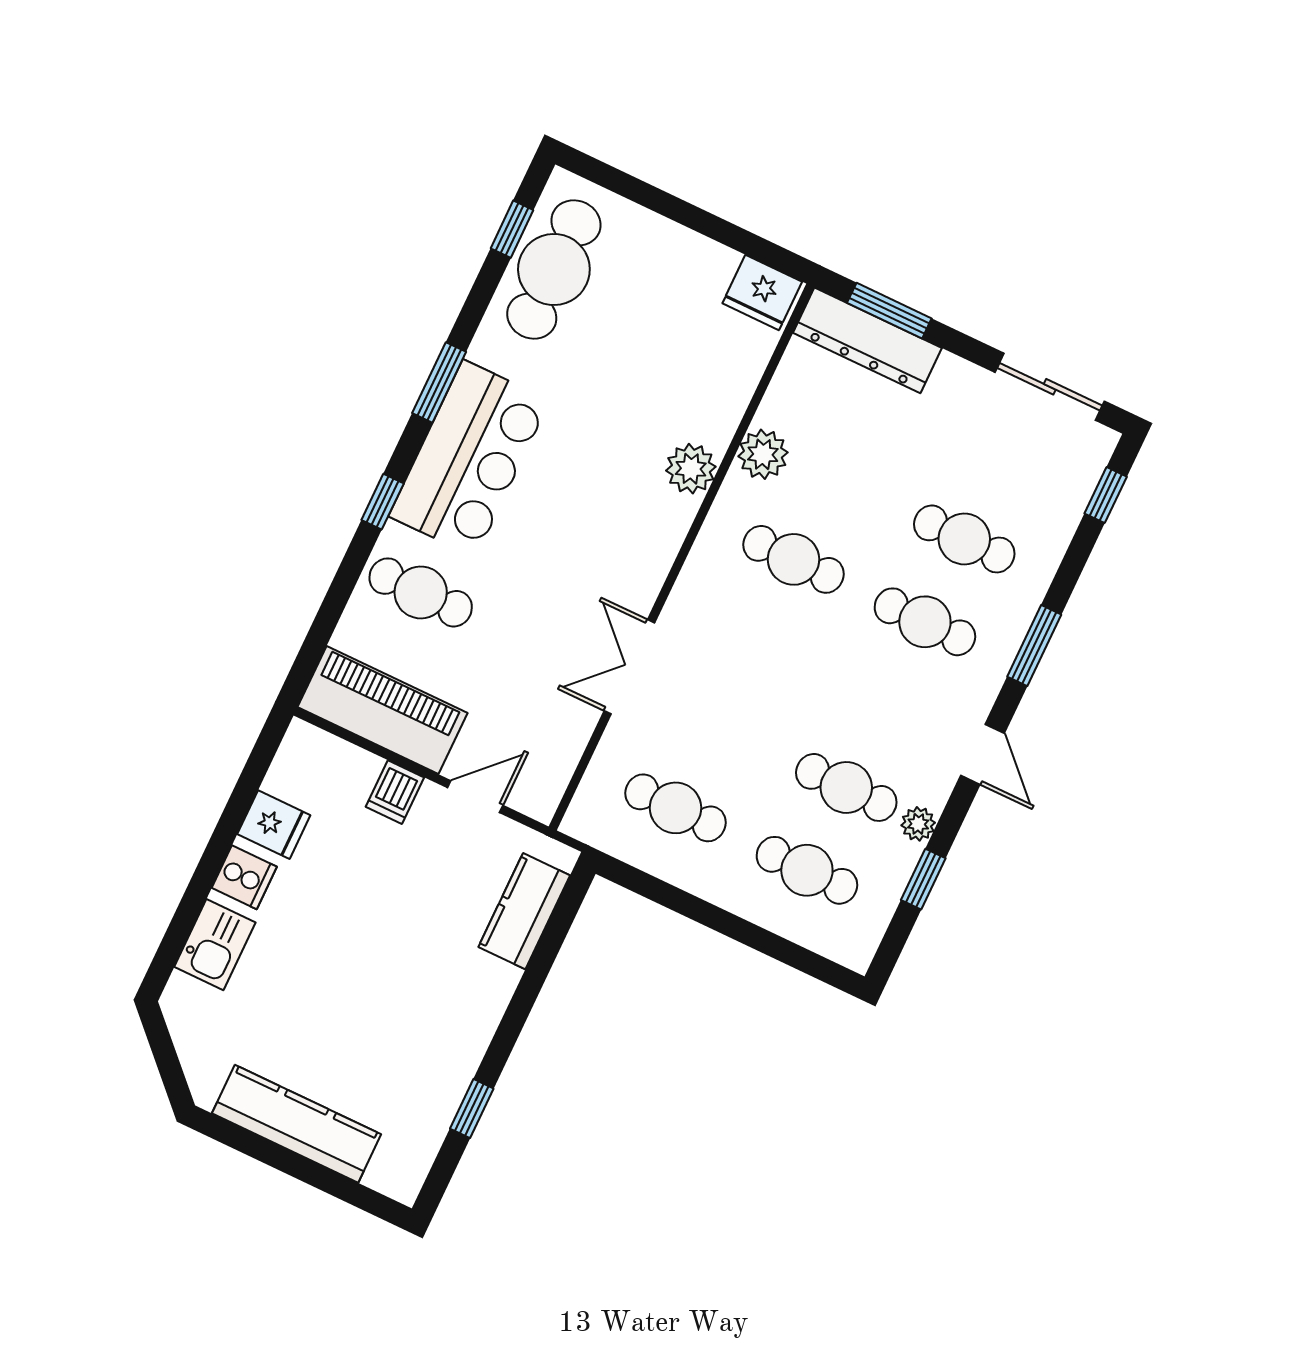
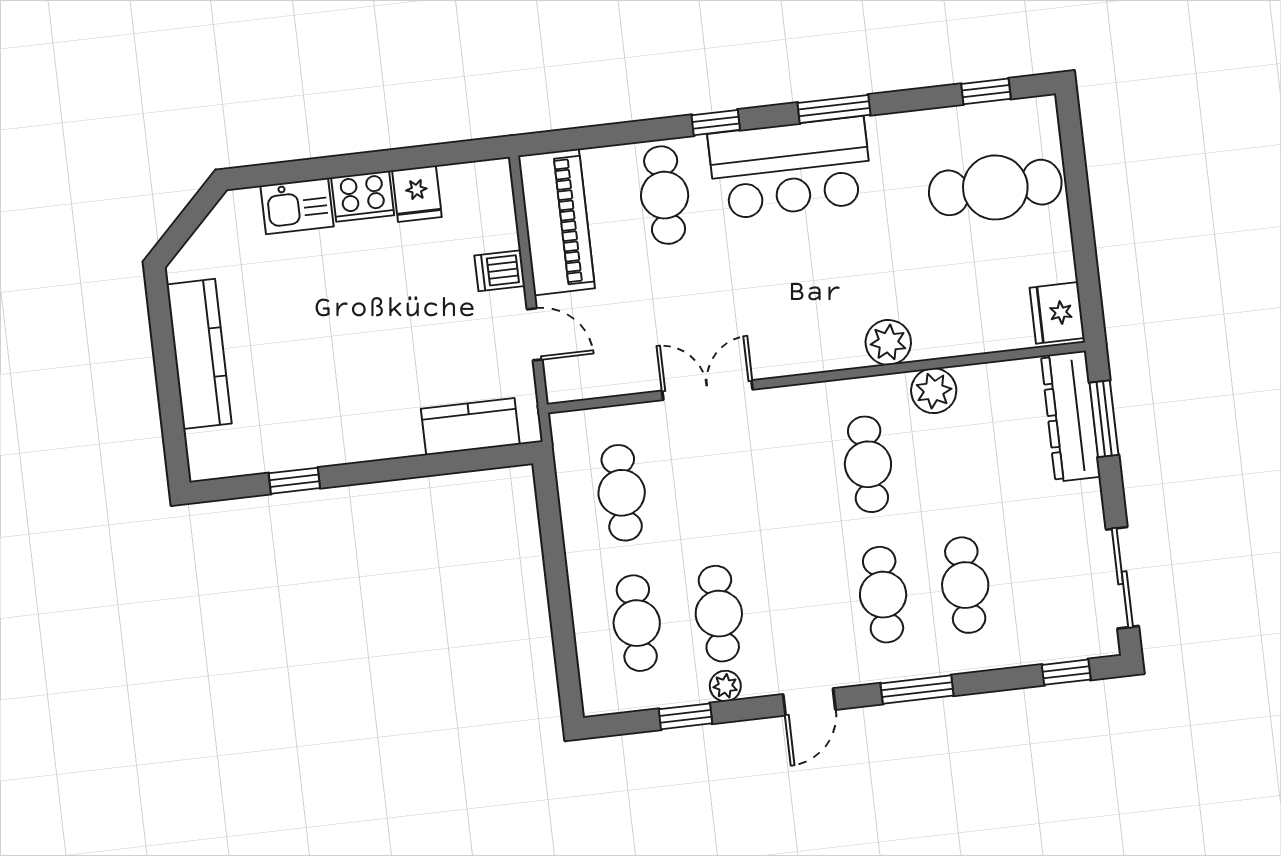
cafe table: (554, 269) -> (995, 187), moved
cooker: (244, 877) -> (363, 196), width x1.36

